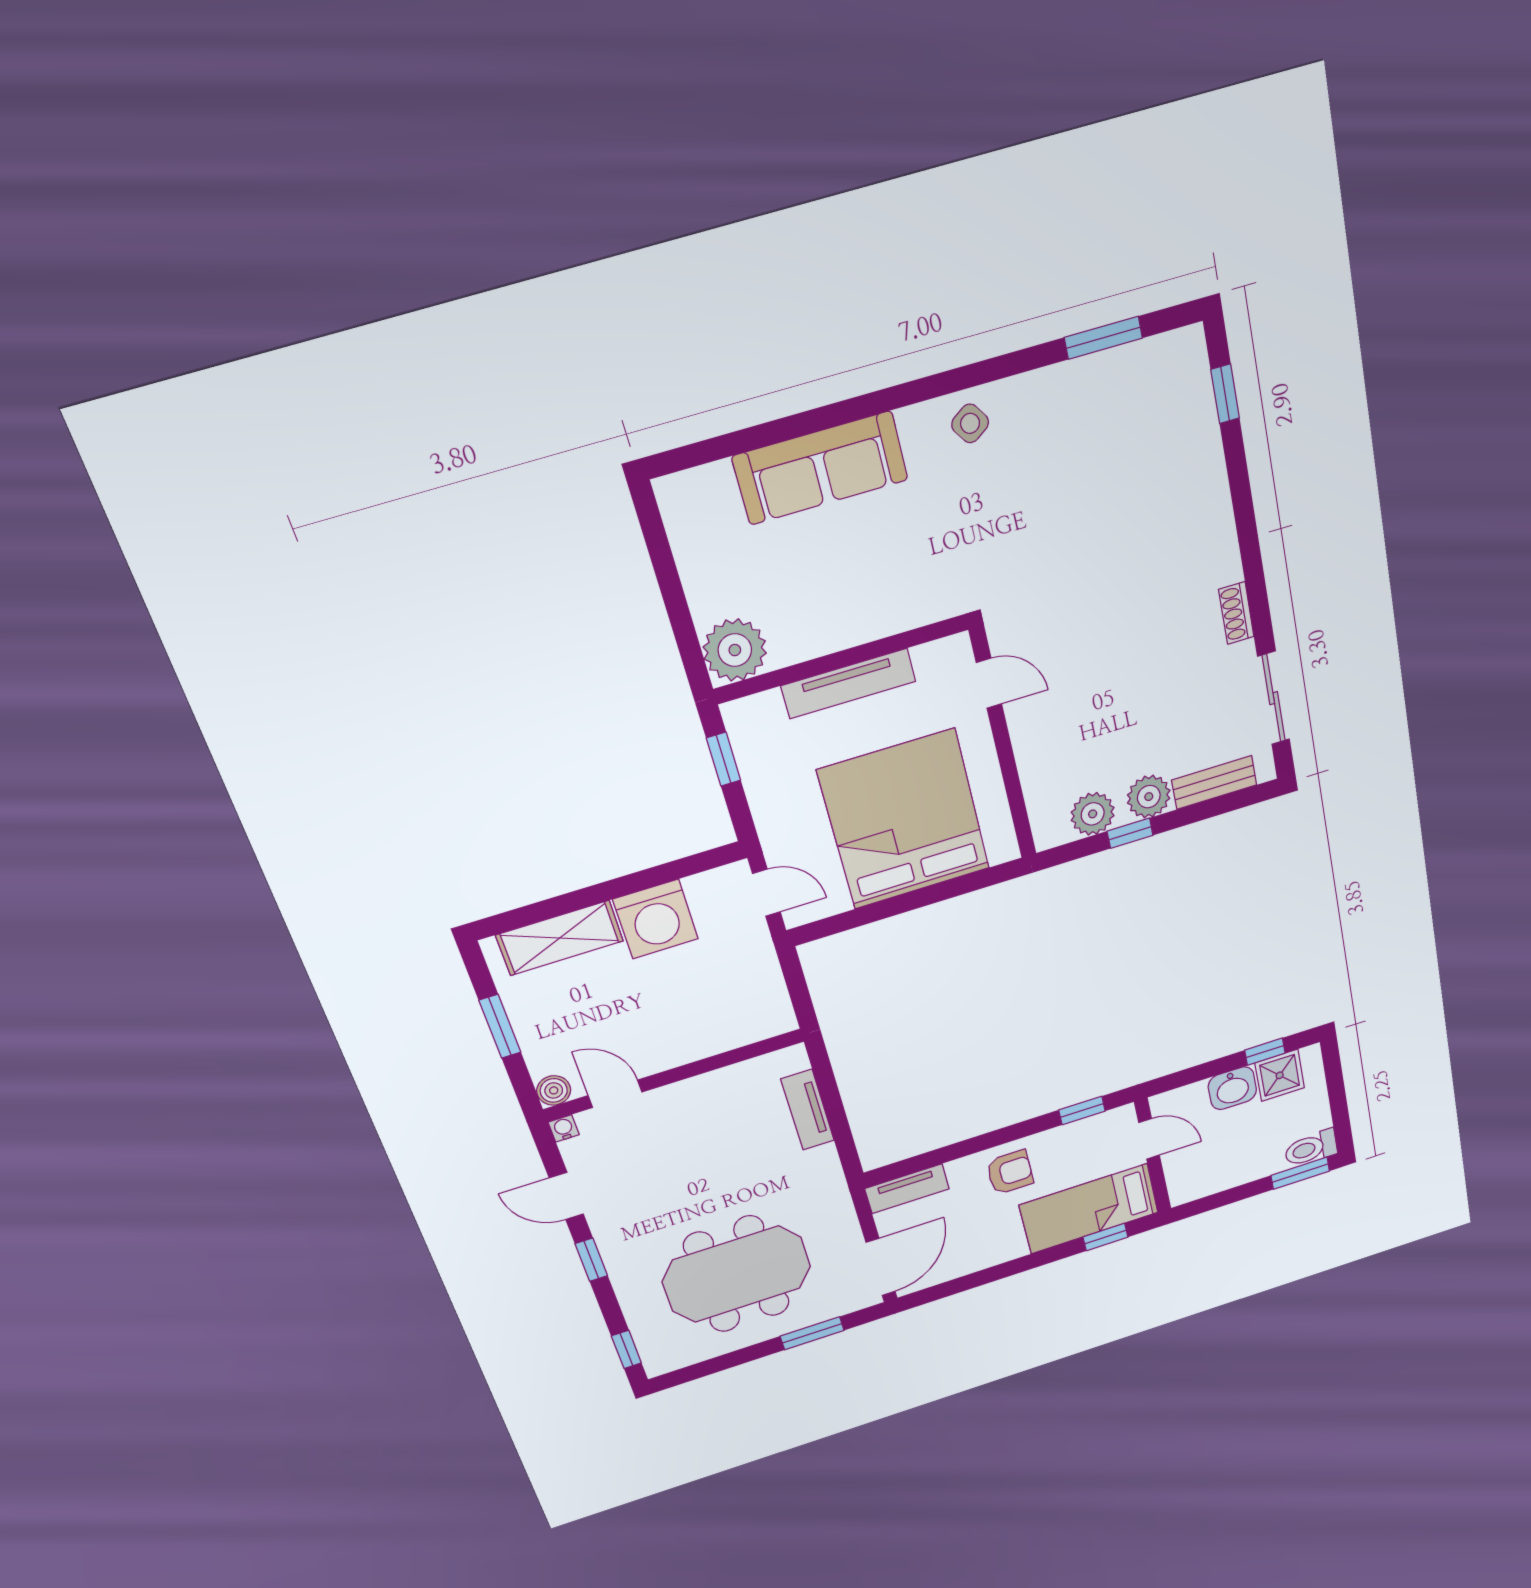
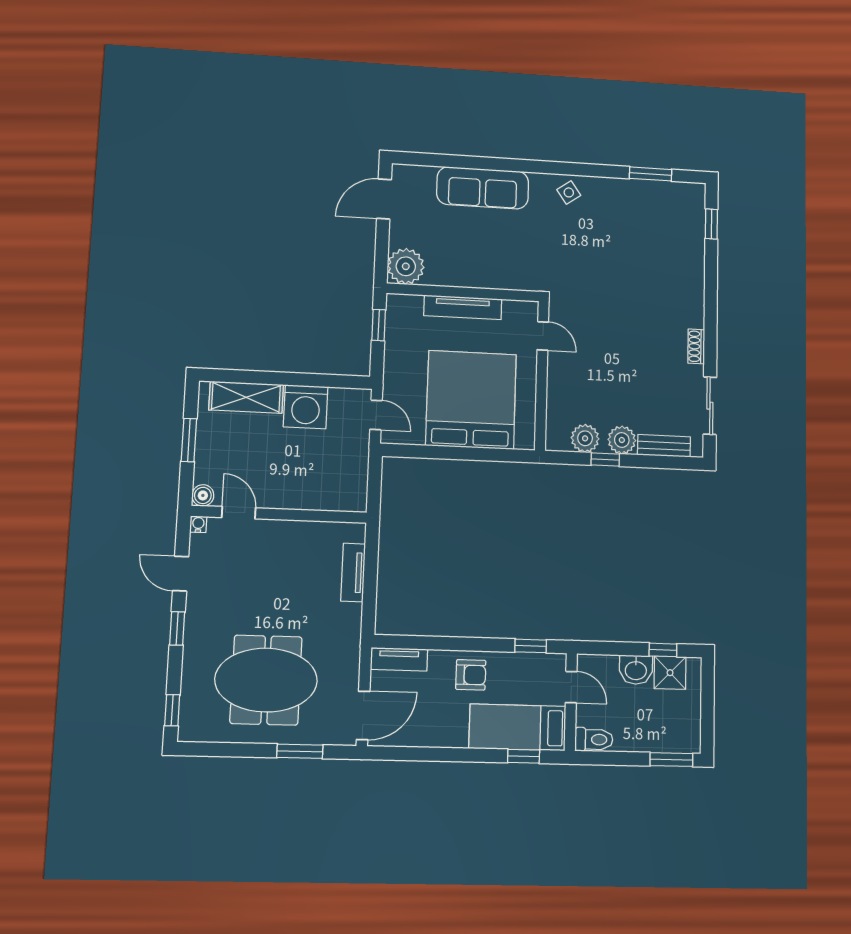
door: (659, 548) -> (384, 199), added
toilet: (1311, 1148) -> (594, 739), moved, turned 180

